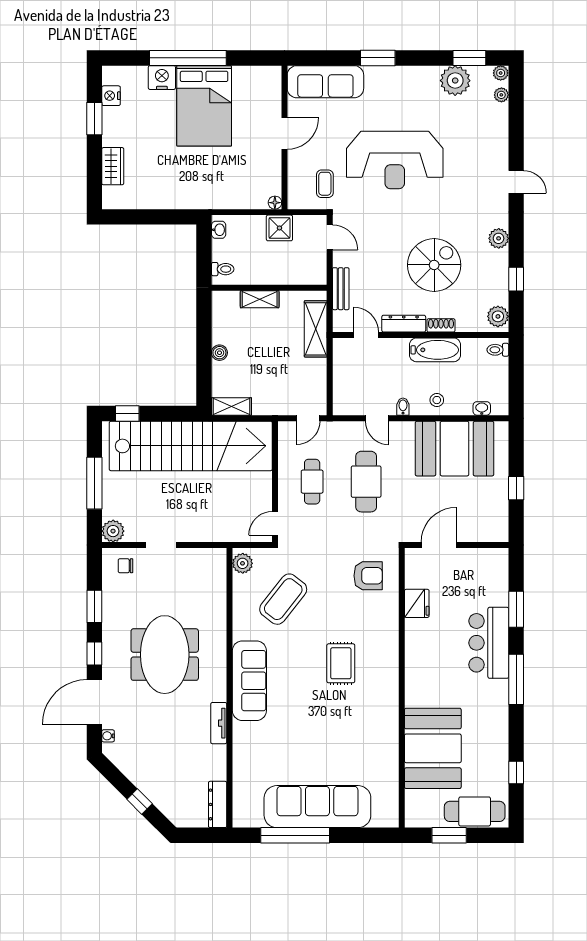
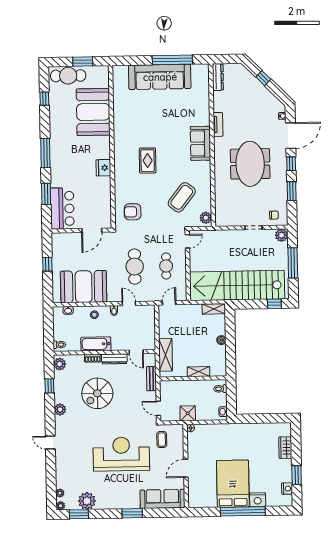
fridge: (417, 603) -> (103, 168), moved
bar counter: (489, 643) -> (62, 209), moved
sofa: (249, 681) -> (200, 143), width x0.73

